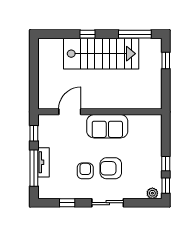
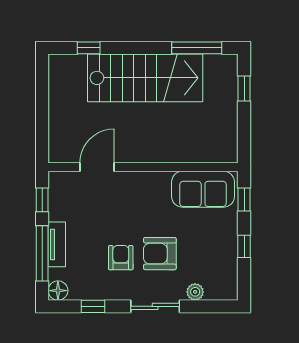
window: (88, 34) -> (89, 48), moved
sofa: (107, 126) -> (203, 189), moved
window: (166, 186) -> (244, 200), moved
floor lamp: (44, 192) -> (58, 291), added
plant: (152, 193) -> (195, 292), moved

